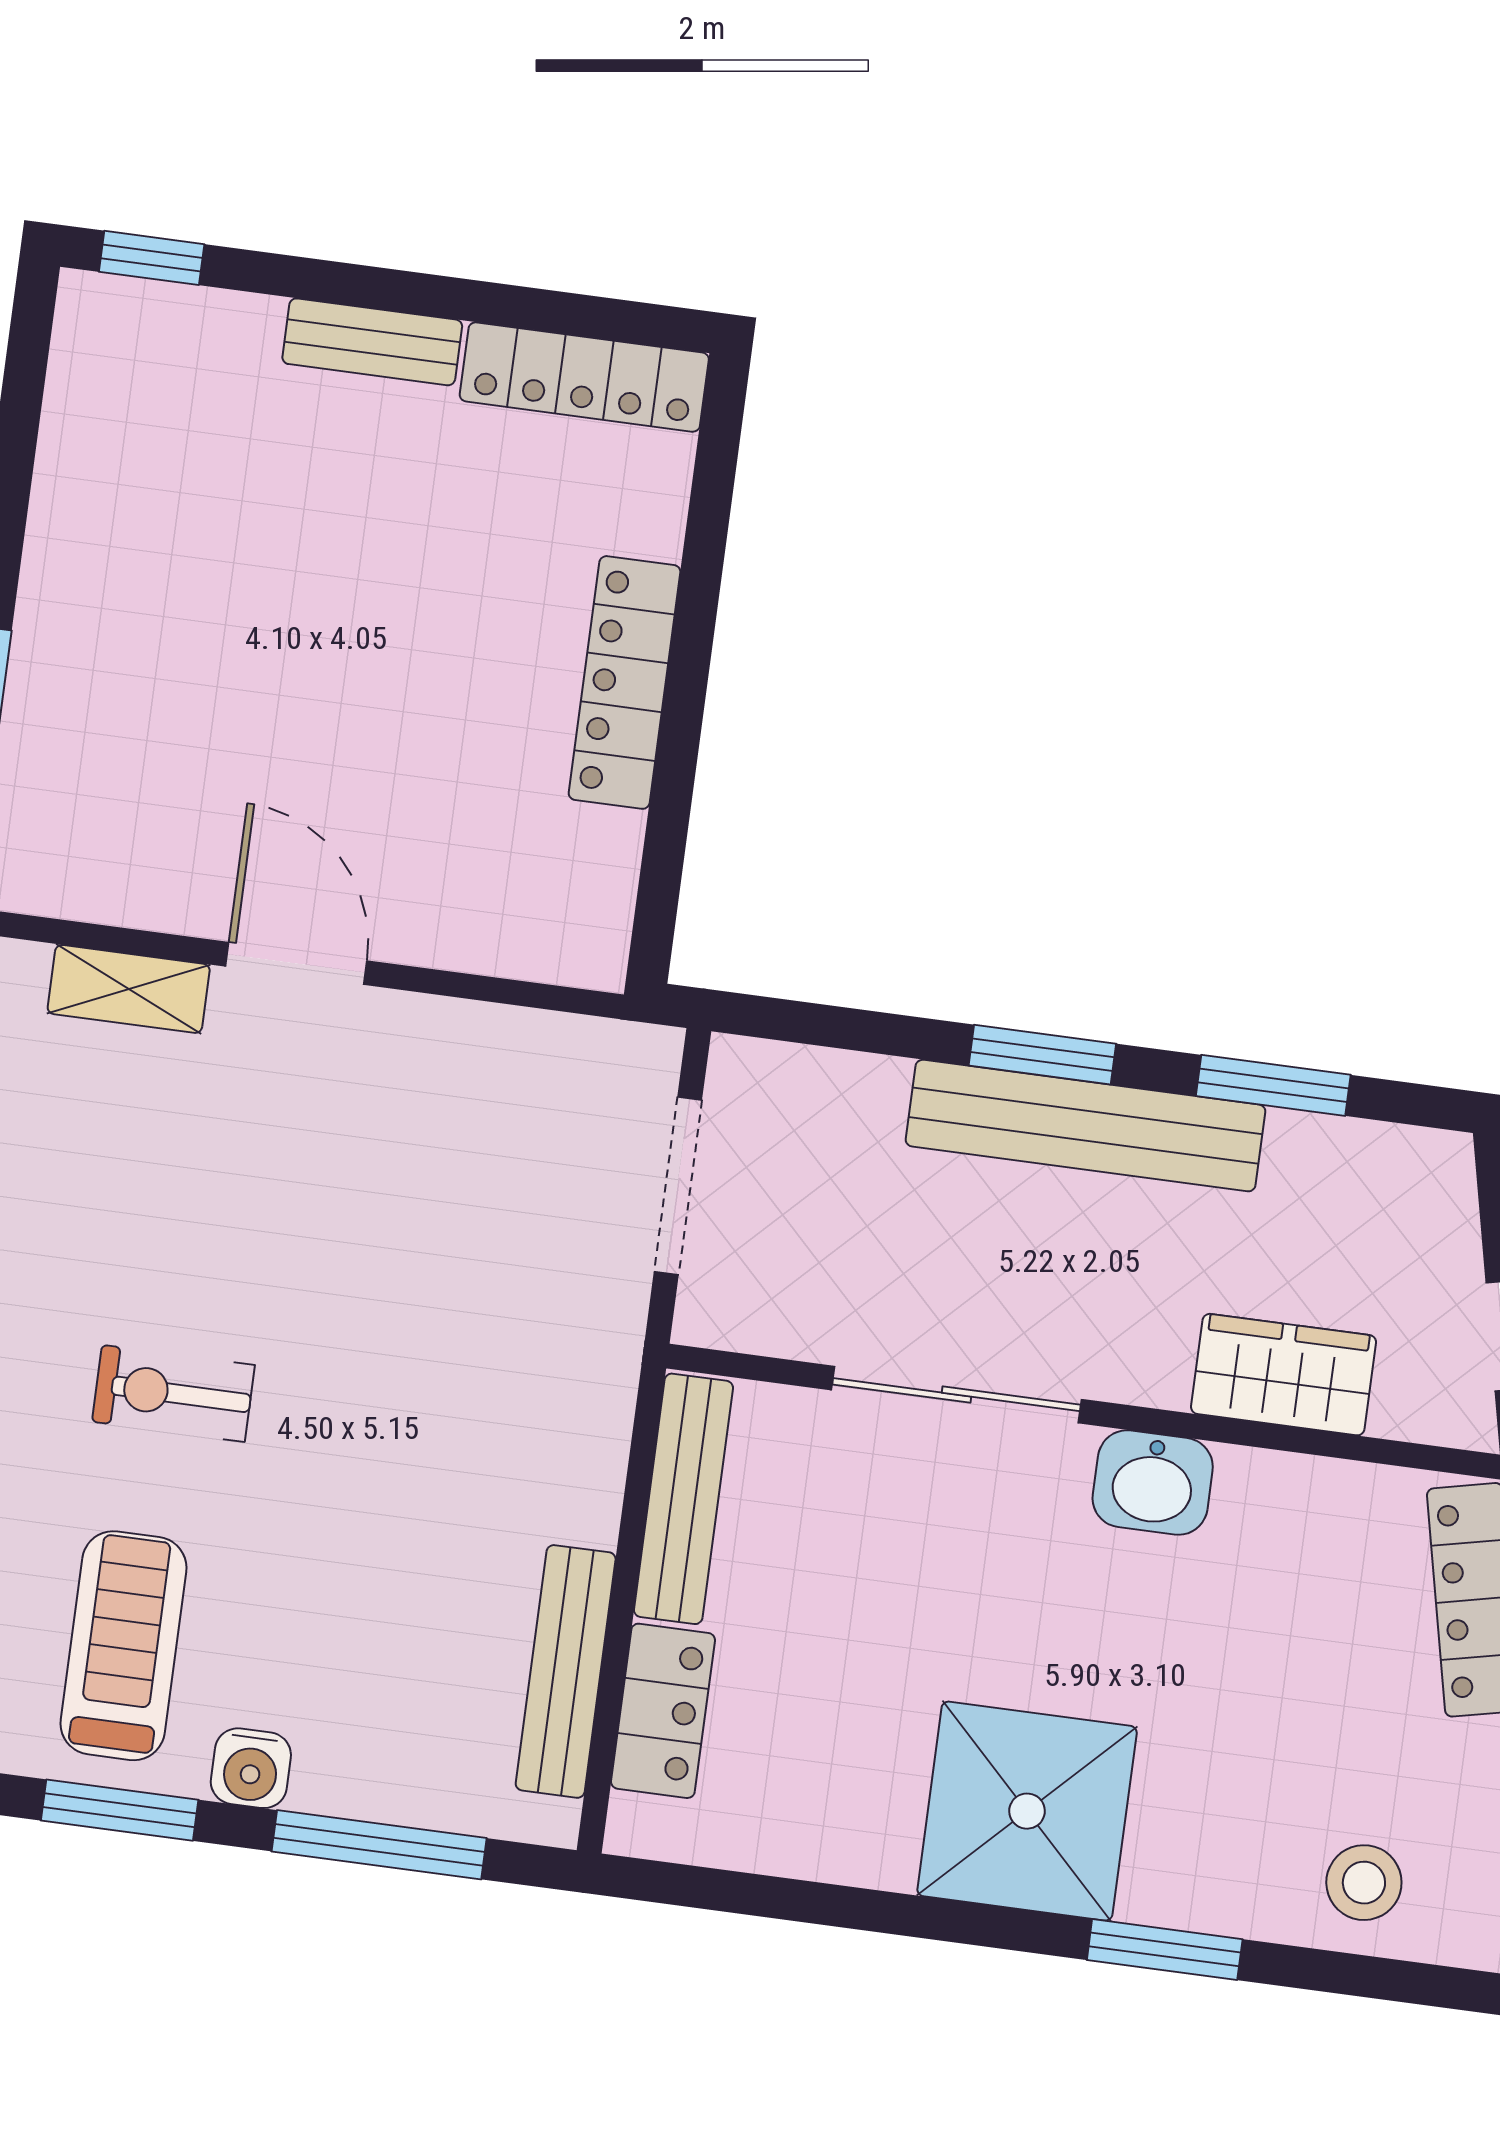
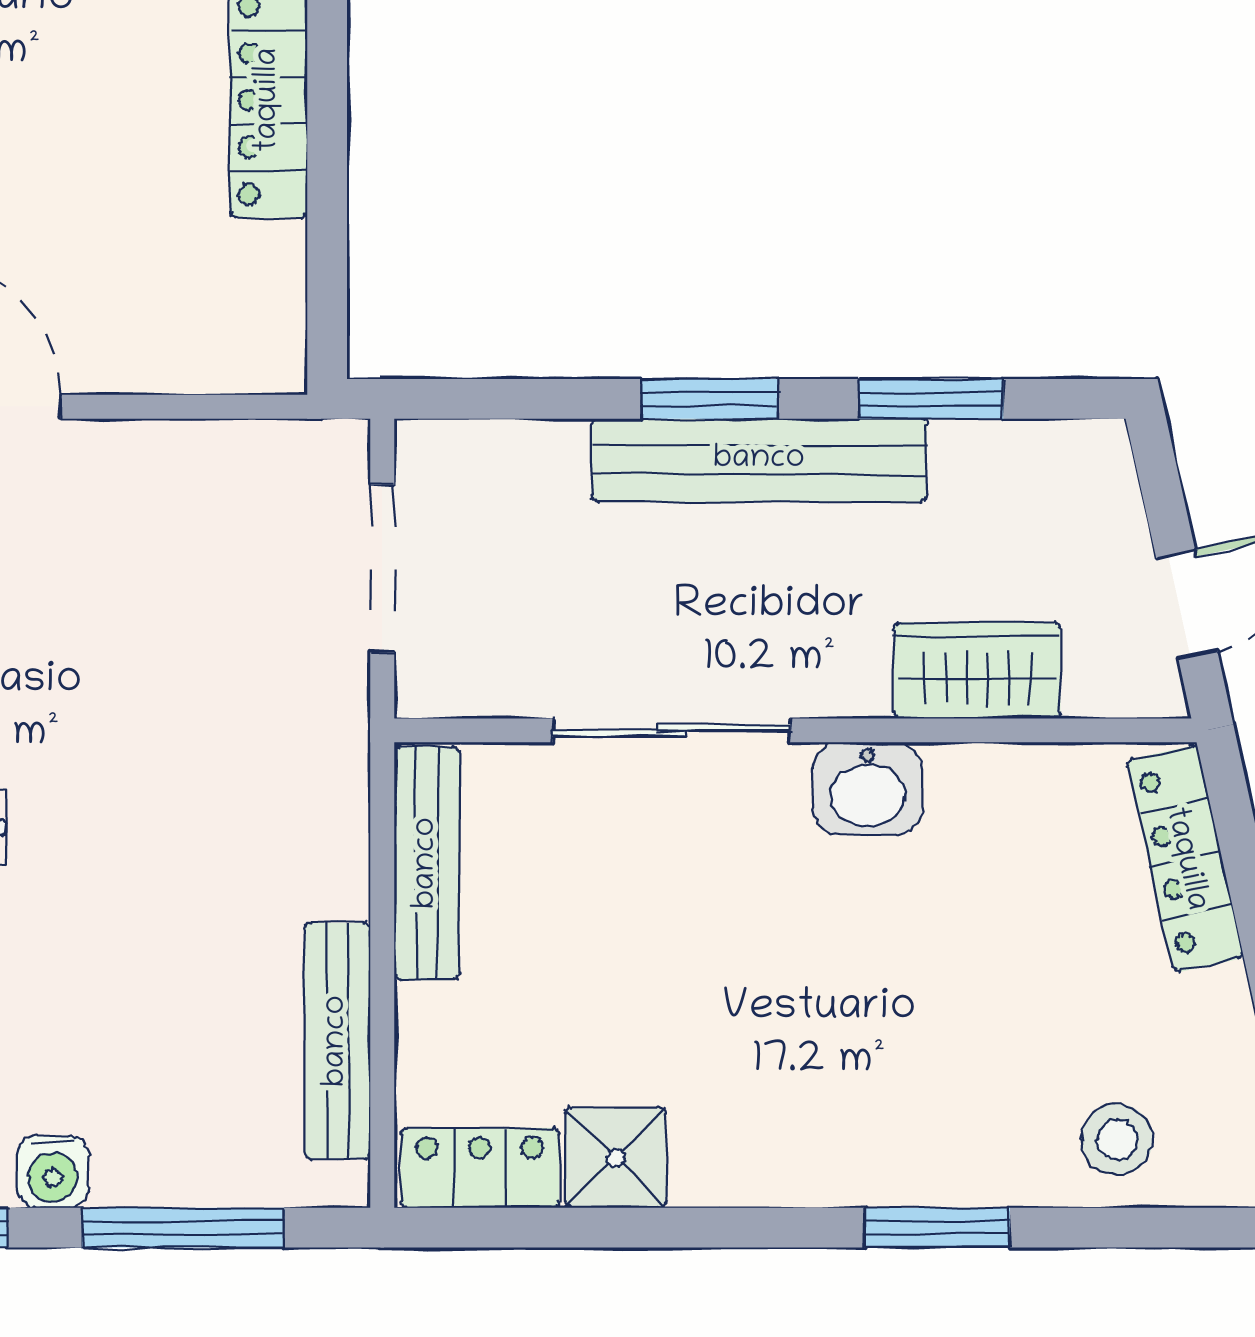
locker: (663, 1711) -> (480, 1168), moved, turned -90
shower: (1027, 1811) -> (616, 1158), moved, width x0.54, depth x0.54

